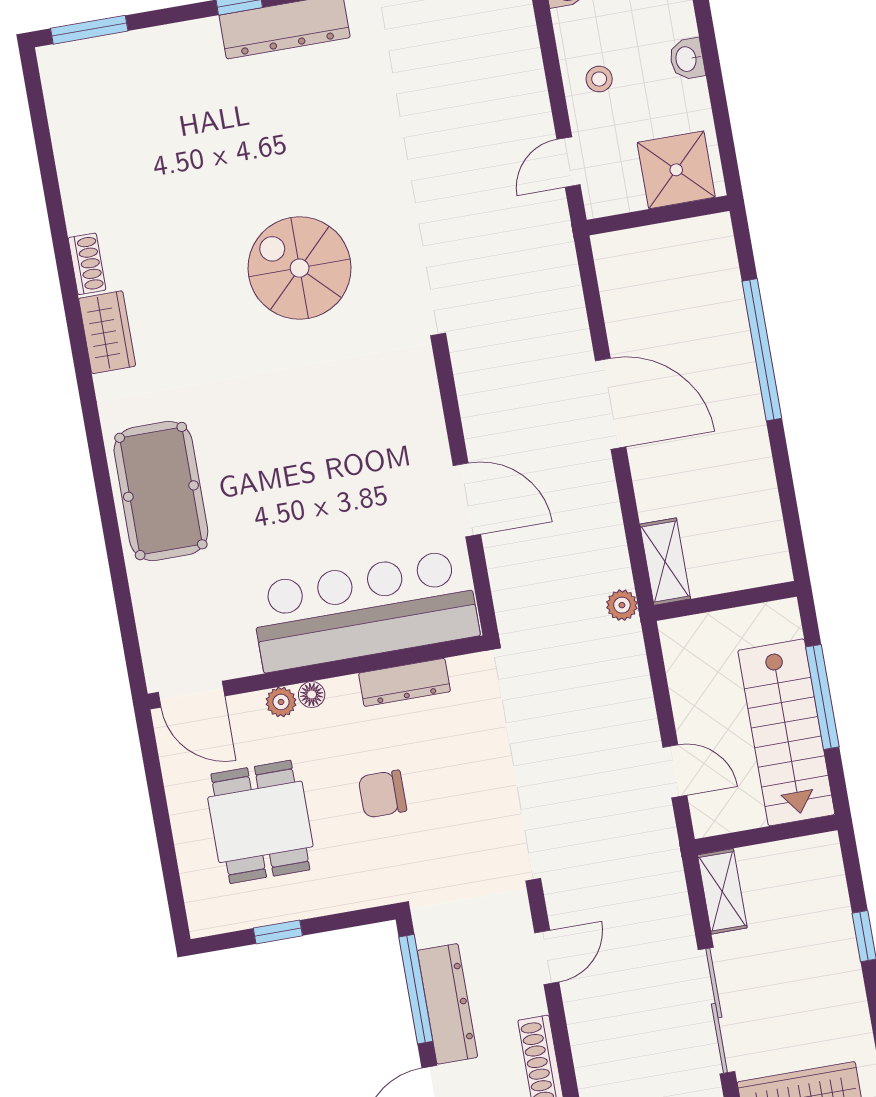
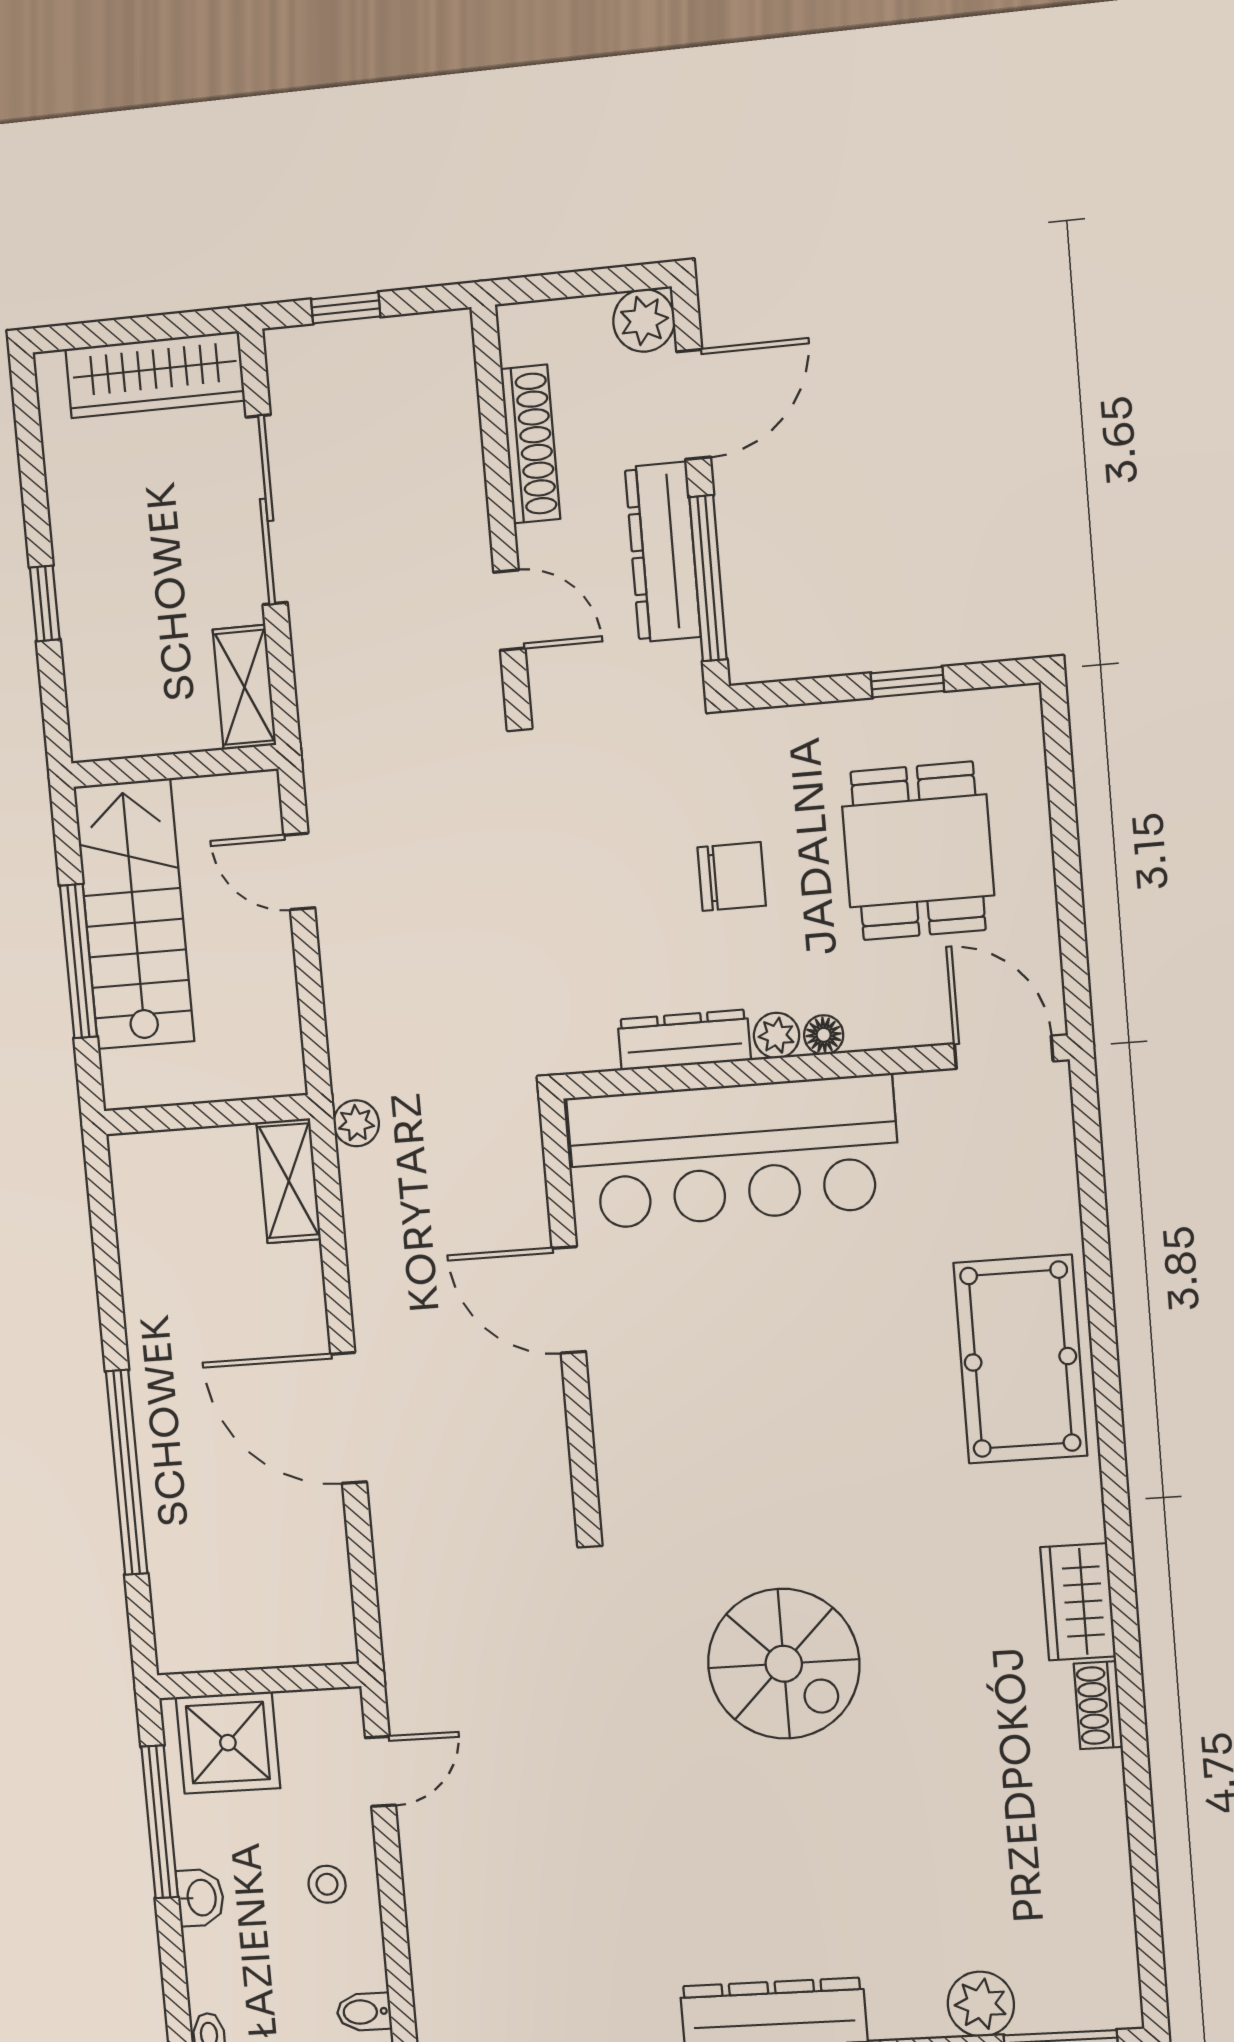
plant: (145, 51) -> (981, 2004), added
window: (720, 109) -> (160, 1822), added
plant: (281, 702) -> (777, 1035), moved
door: (547, 957) -> (509, 610), swing flipped

